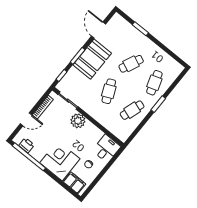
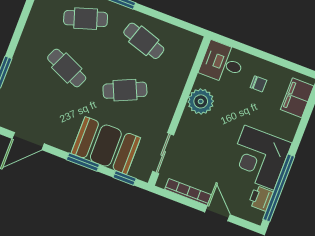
booth: (92, 59) -> (106, 146), moved
plant: (78, 121) -> (201, 101), moved
corner desk: (60, 161) -> (259, 158), moved

